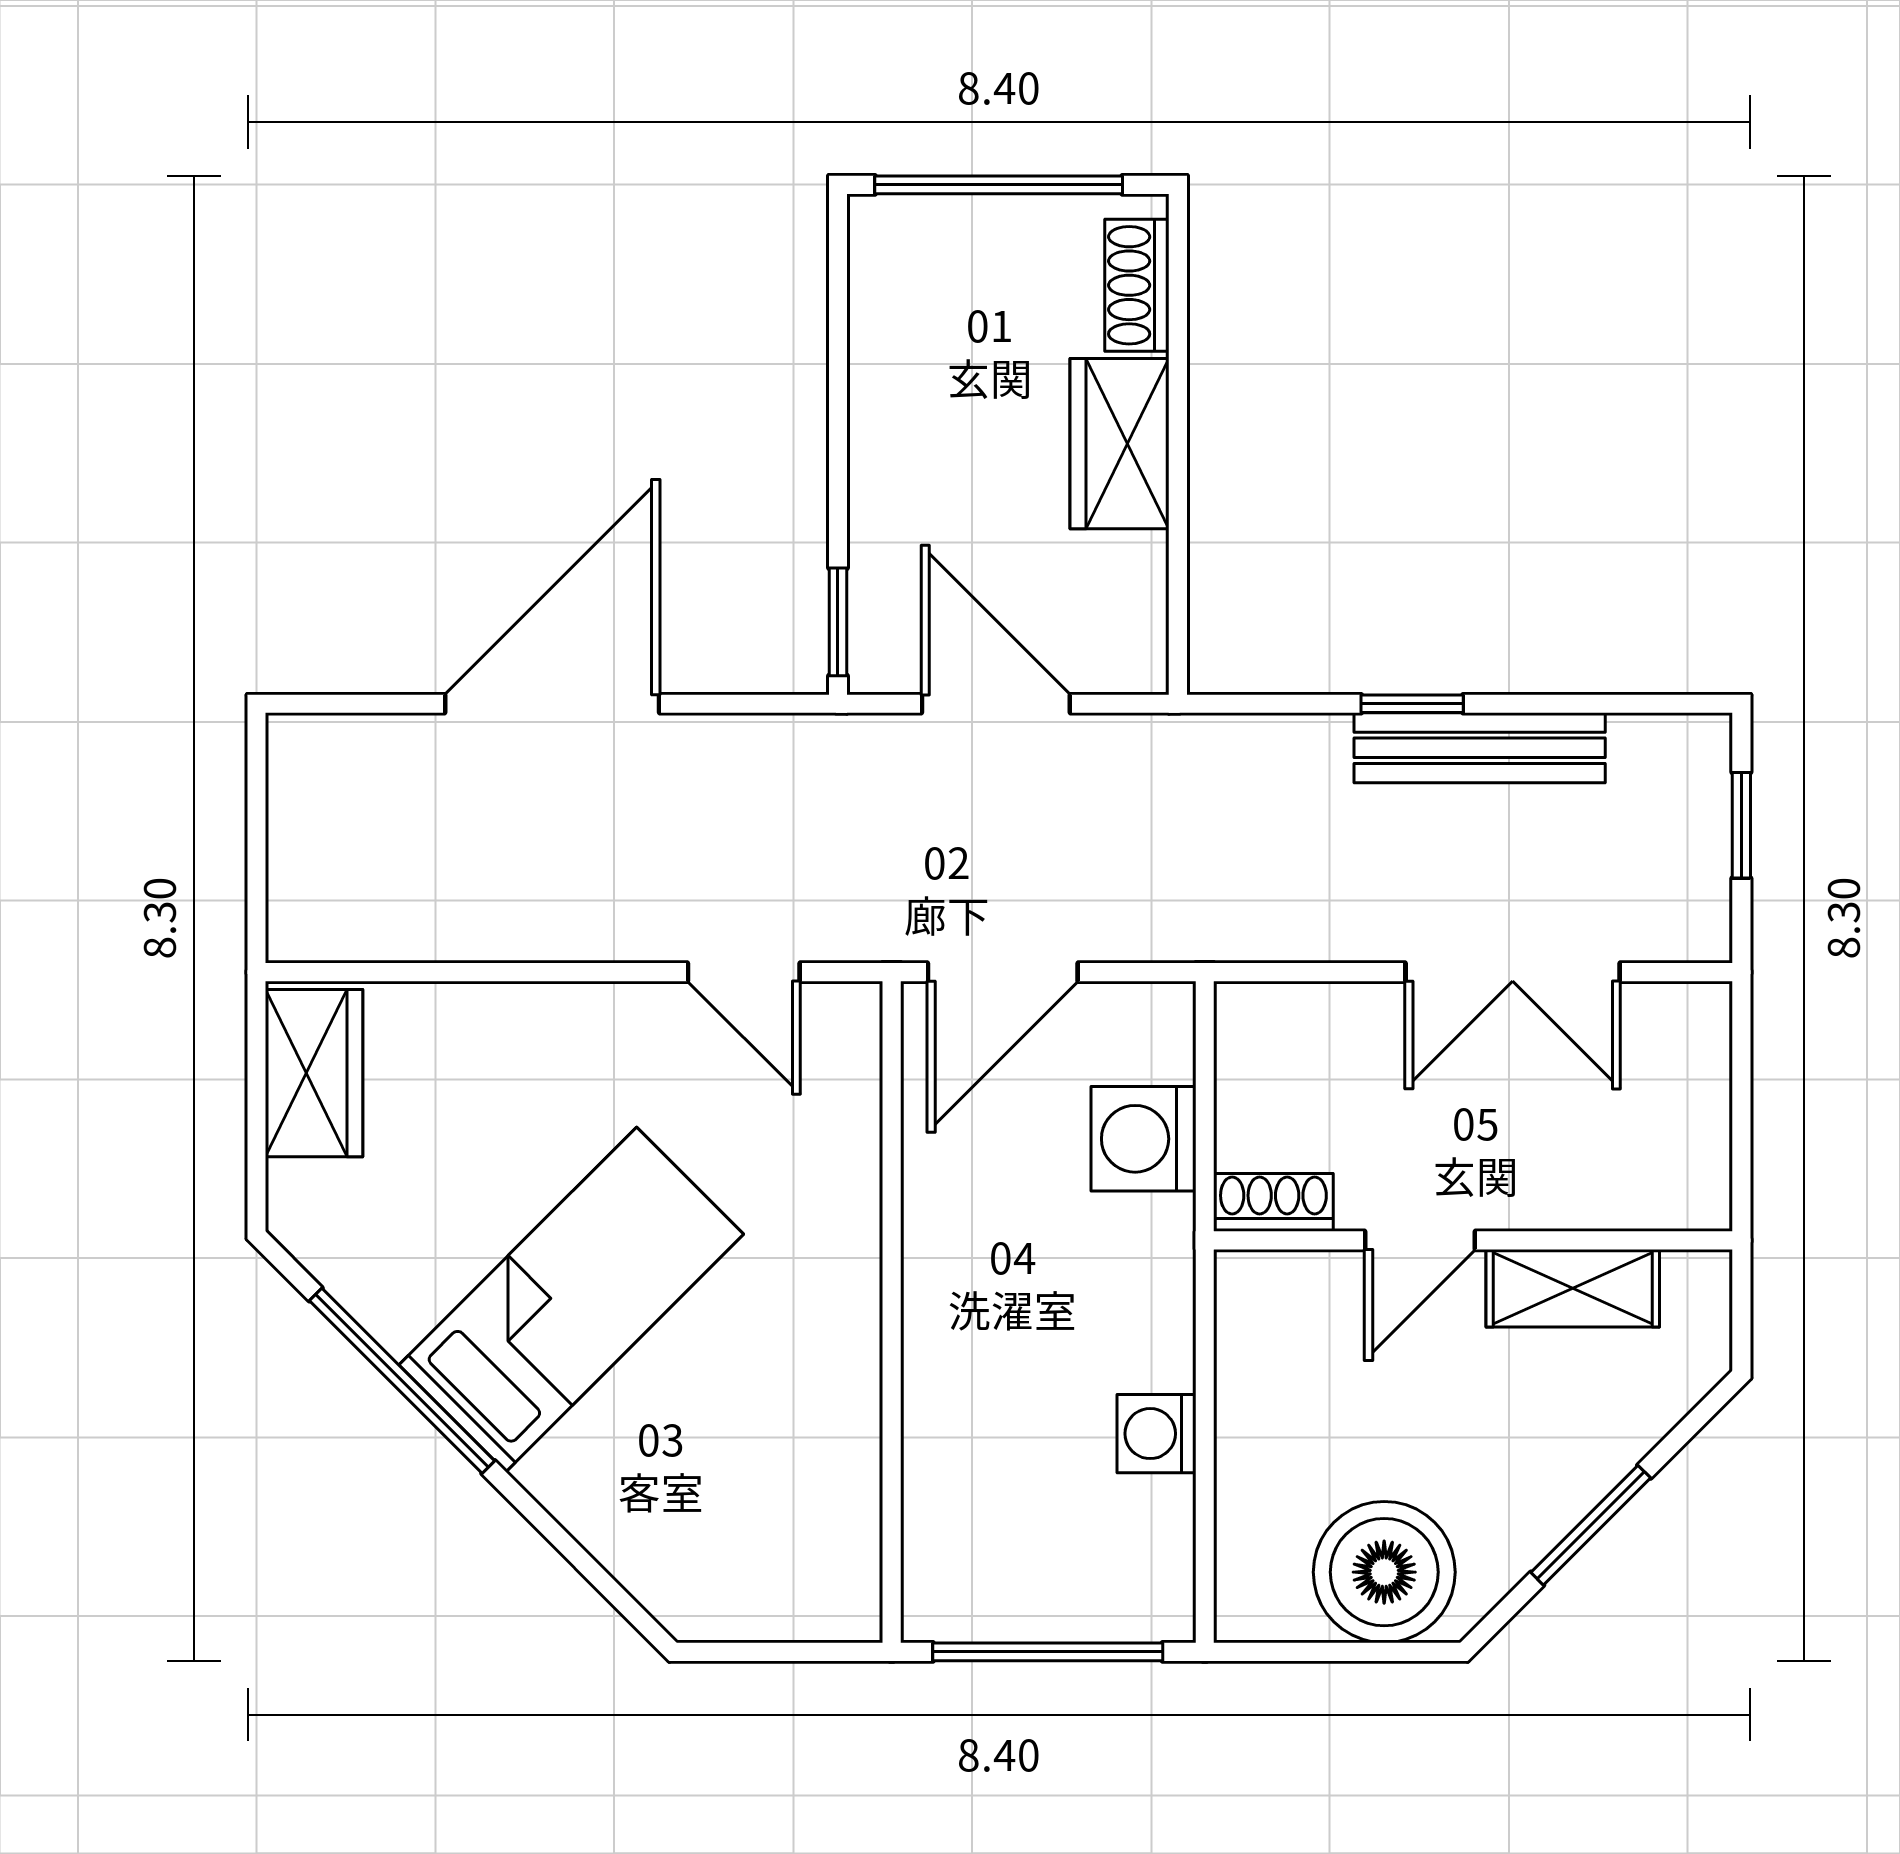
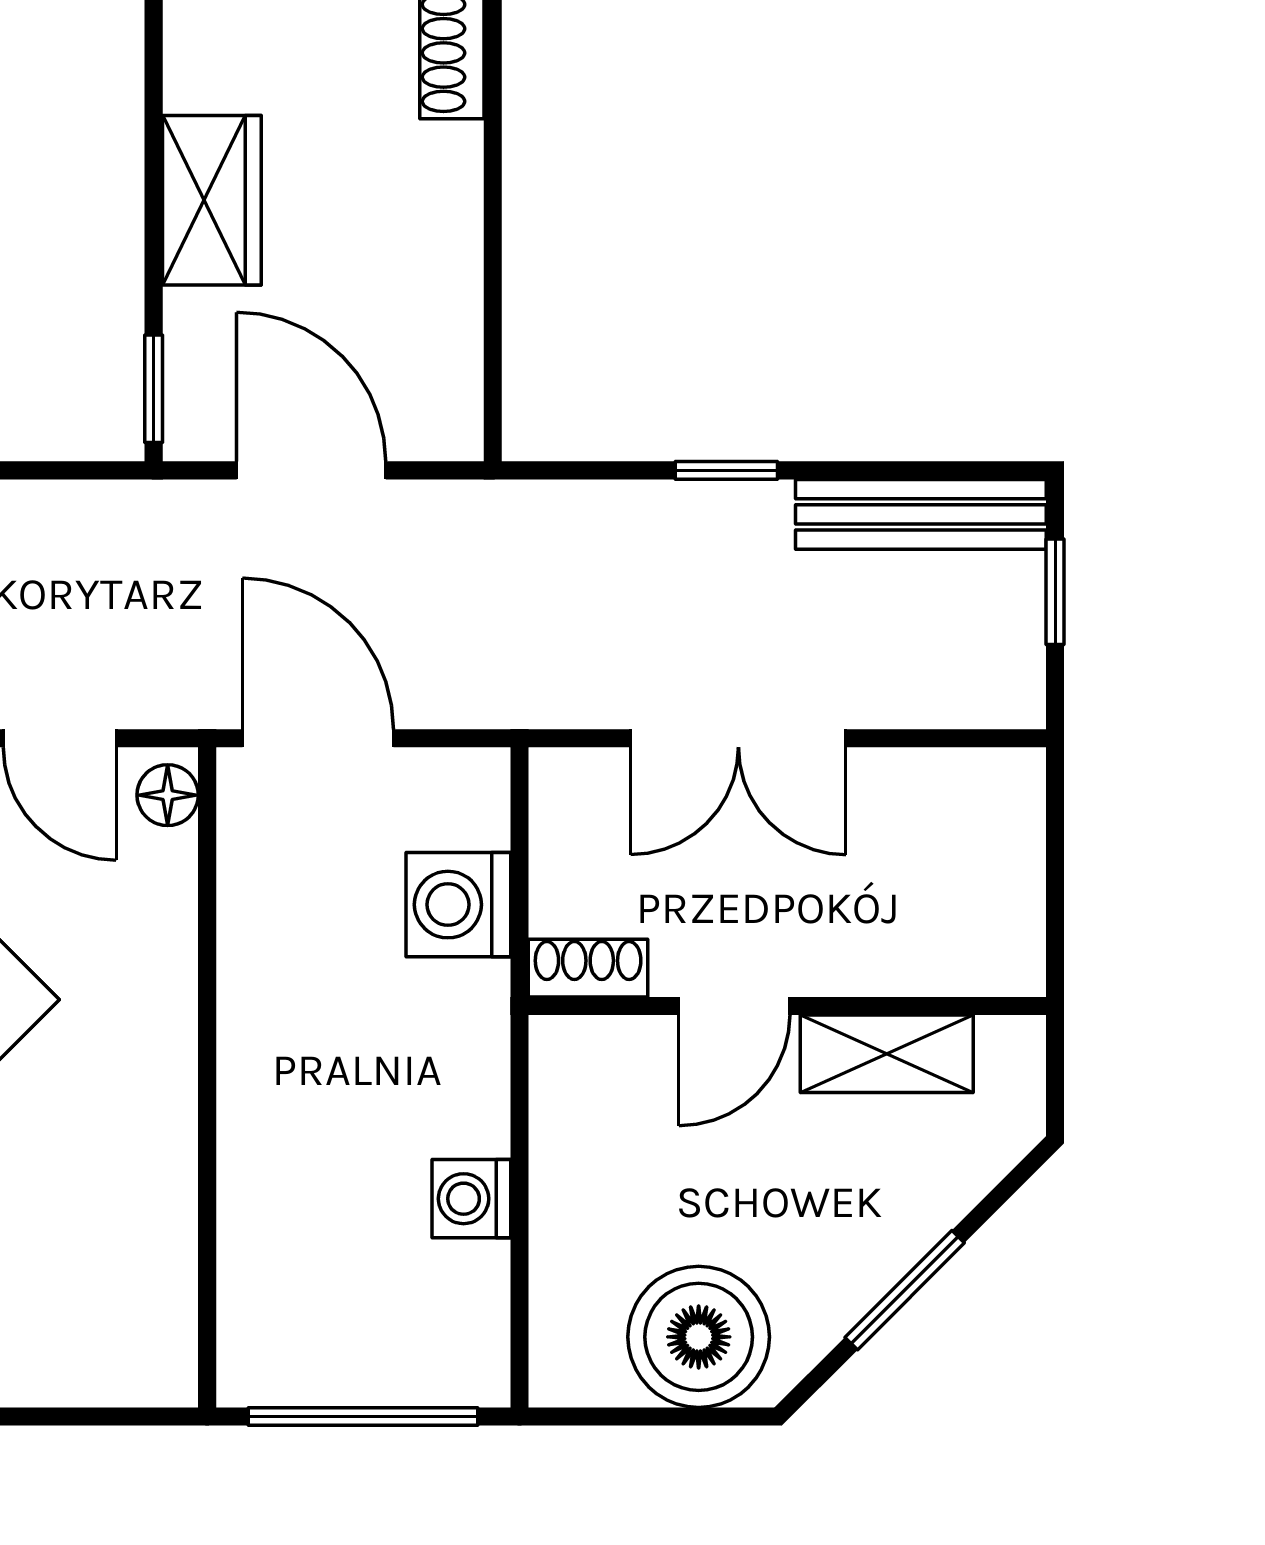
wardrobe: (1120, 444) -> (212, 200), moved, turned 180
bench: (1480, 748) -> (921, 514), moved
door: (1003, 972) -> (318, 738), swing flipped
double door: (1513, 972) -> (738, 738), moved
floor lamp: (852, 1029) -> (168, 795), added

